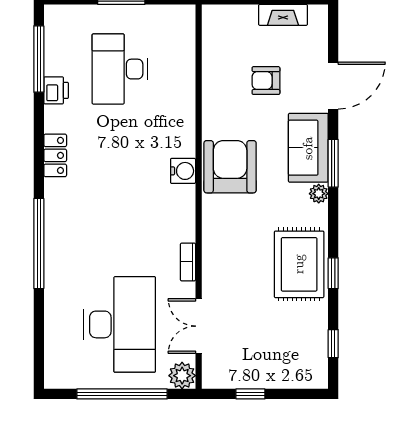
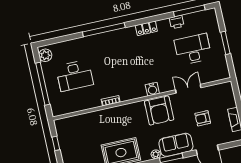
armchair: (266, 81) -> (203, 118), turned -90
armchair: (230, 167) -> (159, 111), turned 90
desk: (120, 324) -> (75, 76), width x0.73, depth x0.77
double door: (199, 326) -> (188, 89), moved
plant: (182, 376) -> (45, 55), moved

